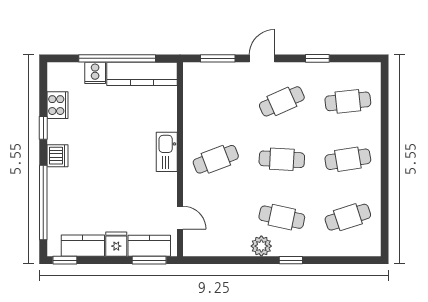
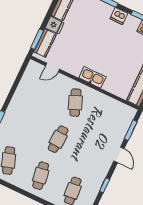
cafe table: (282, 101) -> (90, 154), removed
cafe table: (282, 217) -> (26, 124), removed
plant: (261, 246) -> (15, 105), removed

